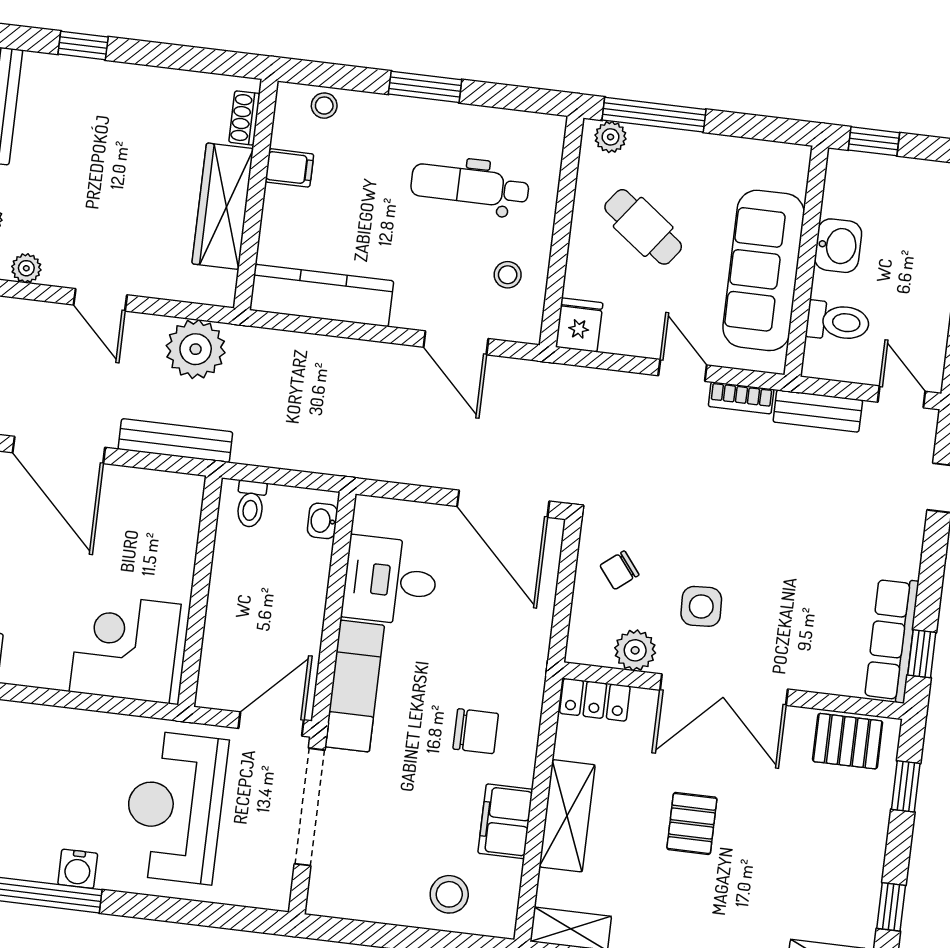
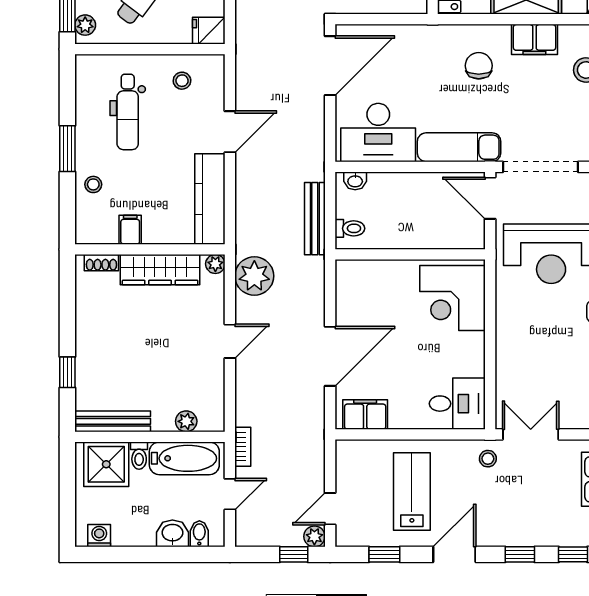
stool: (324, 106) -> (93, 184), moved
plant: (26, 268) -> (215, 264), moved
door: (456, 343) -> (230, 132), moved
bench: (175, 441) -> (315, 219), moved
desk: (390, 581) -> (378, 133), width x1.37

